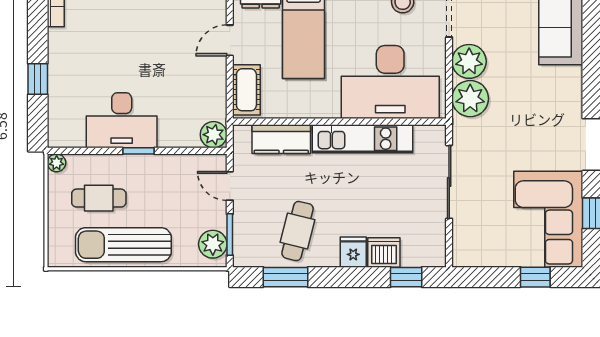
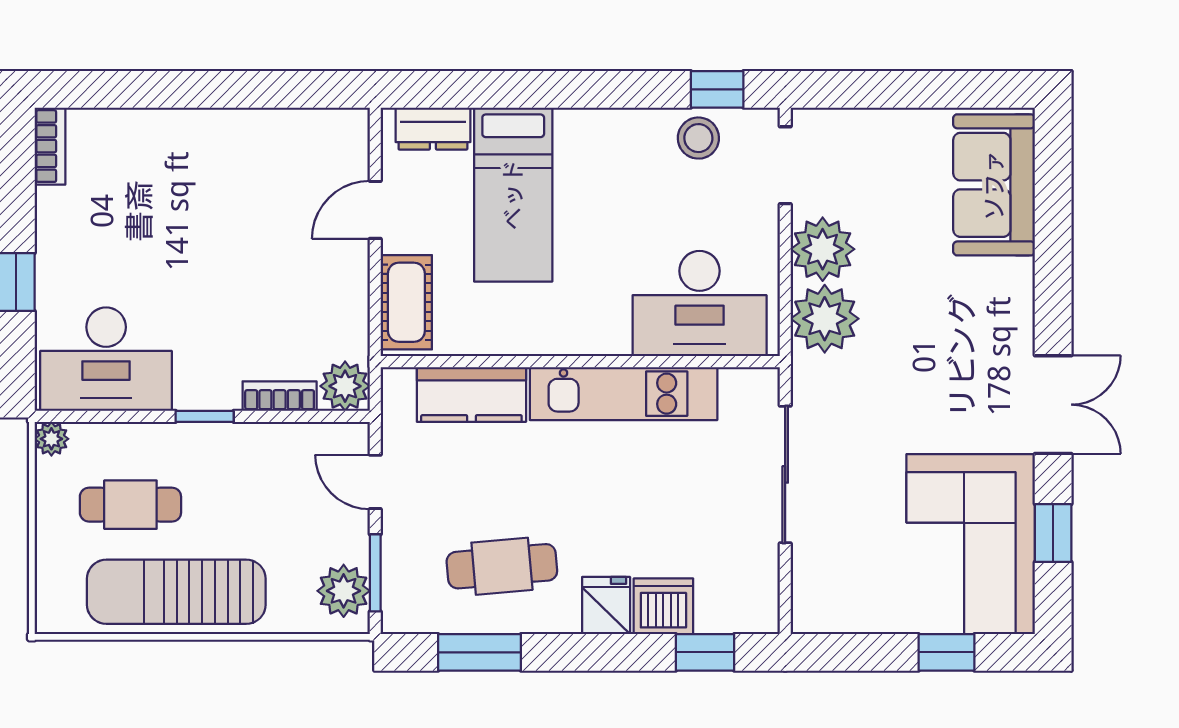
desk: (390, 82) -> (700, 304), width x0.73, depth x0.77
desk: (122, 120) -> (106, 359), moved
bookcase: (179, 140) -> (280, 396), added
cafe table: (298, 231) -> (502, 566), turned 71

